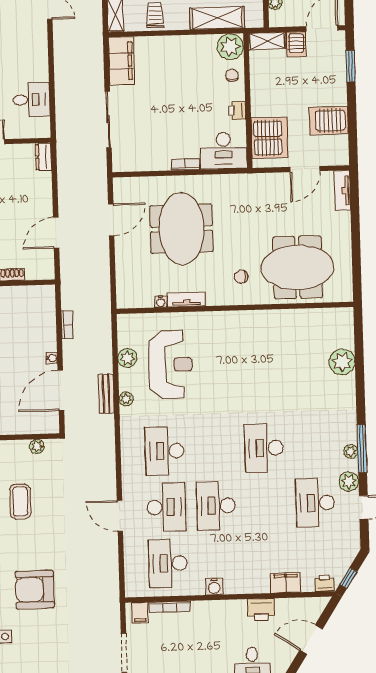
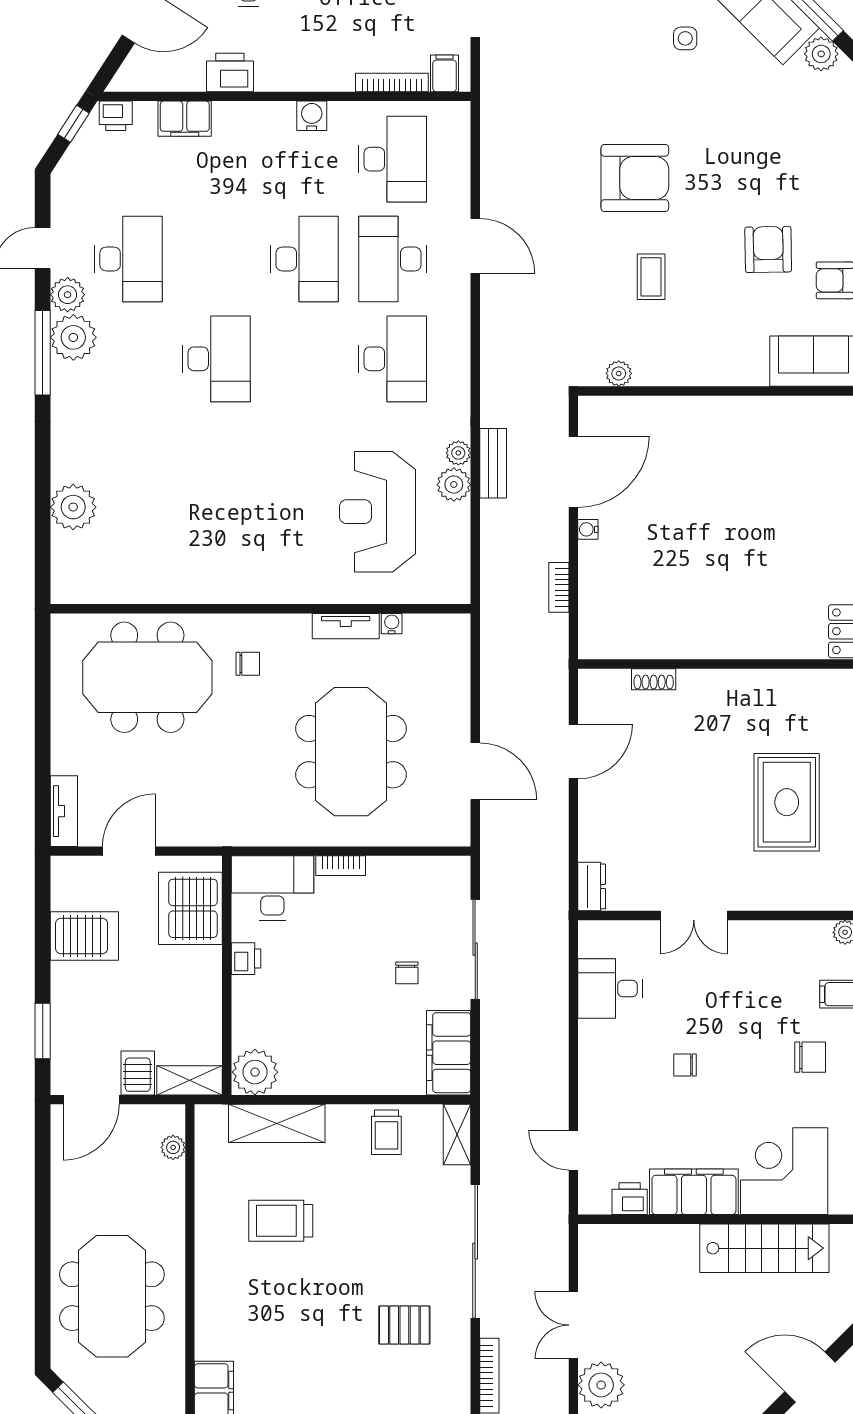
chair: (232, 75) -> (407, 973), moved
door: (111, 220) -> (475, 771), swing flipped
plant: (127, 358) -> (454, 485), moved
plant: (351, 451) -> (73, 337), width x1.88, depth x1.88
coffee table: (20, 501) -> (651, 277), width x0.73, depth x0.77
armchair: (35, 590) -> (635, 178), moved

